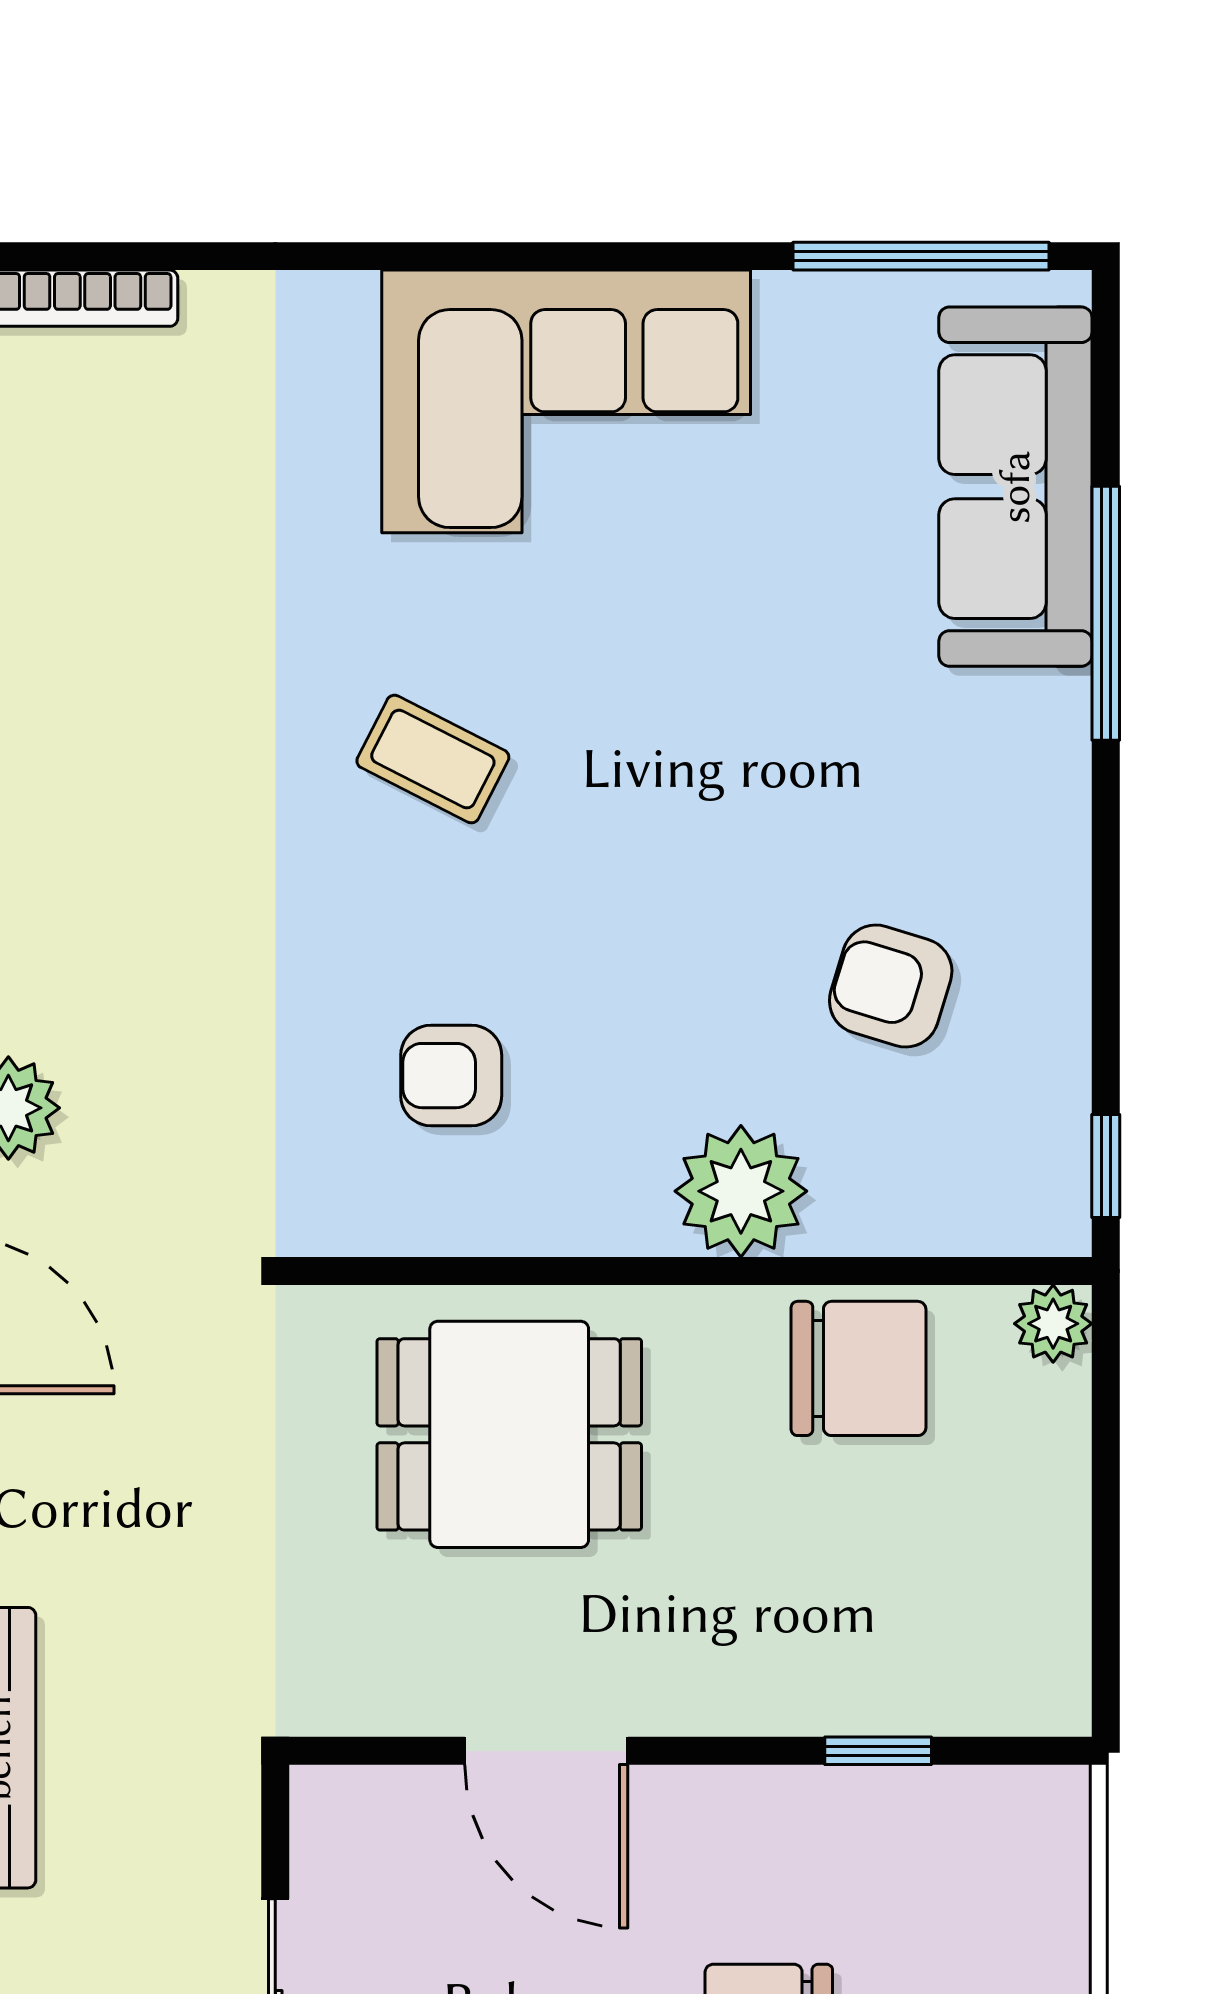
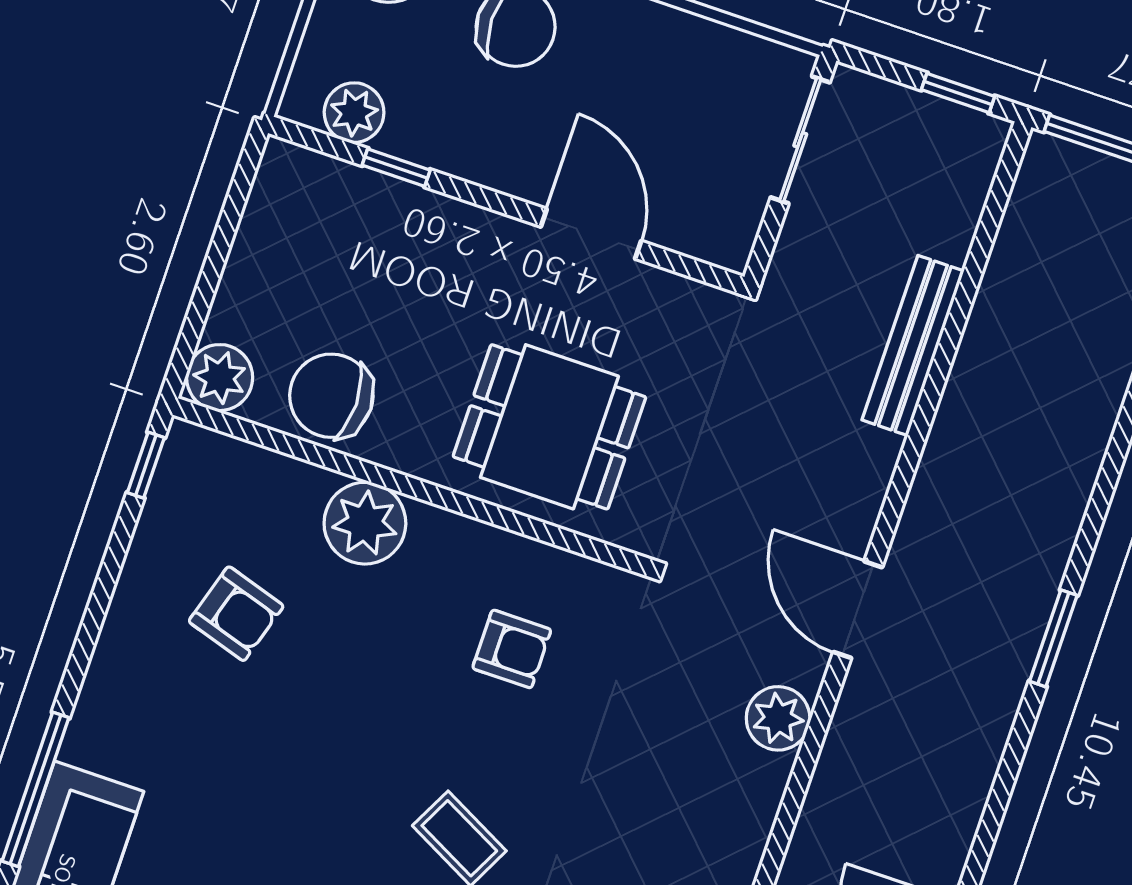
plant: (1053, 1324) -> (220, 378), width x1.38, depth x1.38
plant: (971, 1813) -> (354, 113), added

